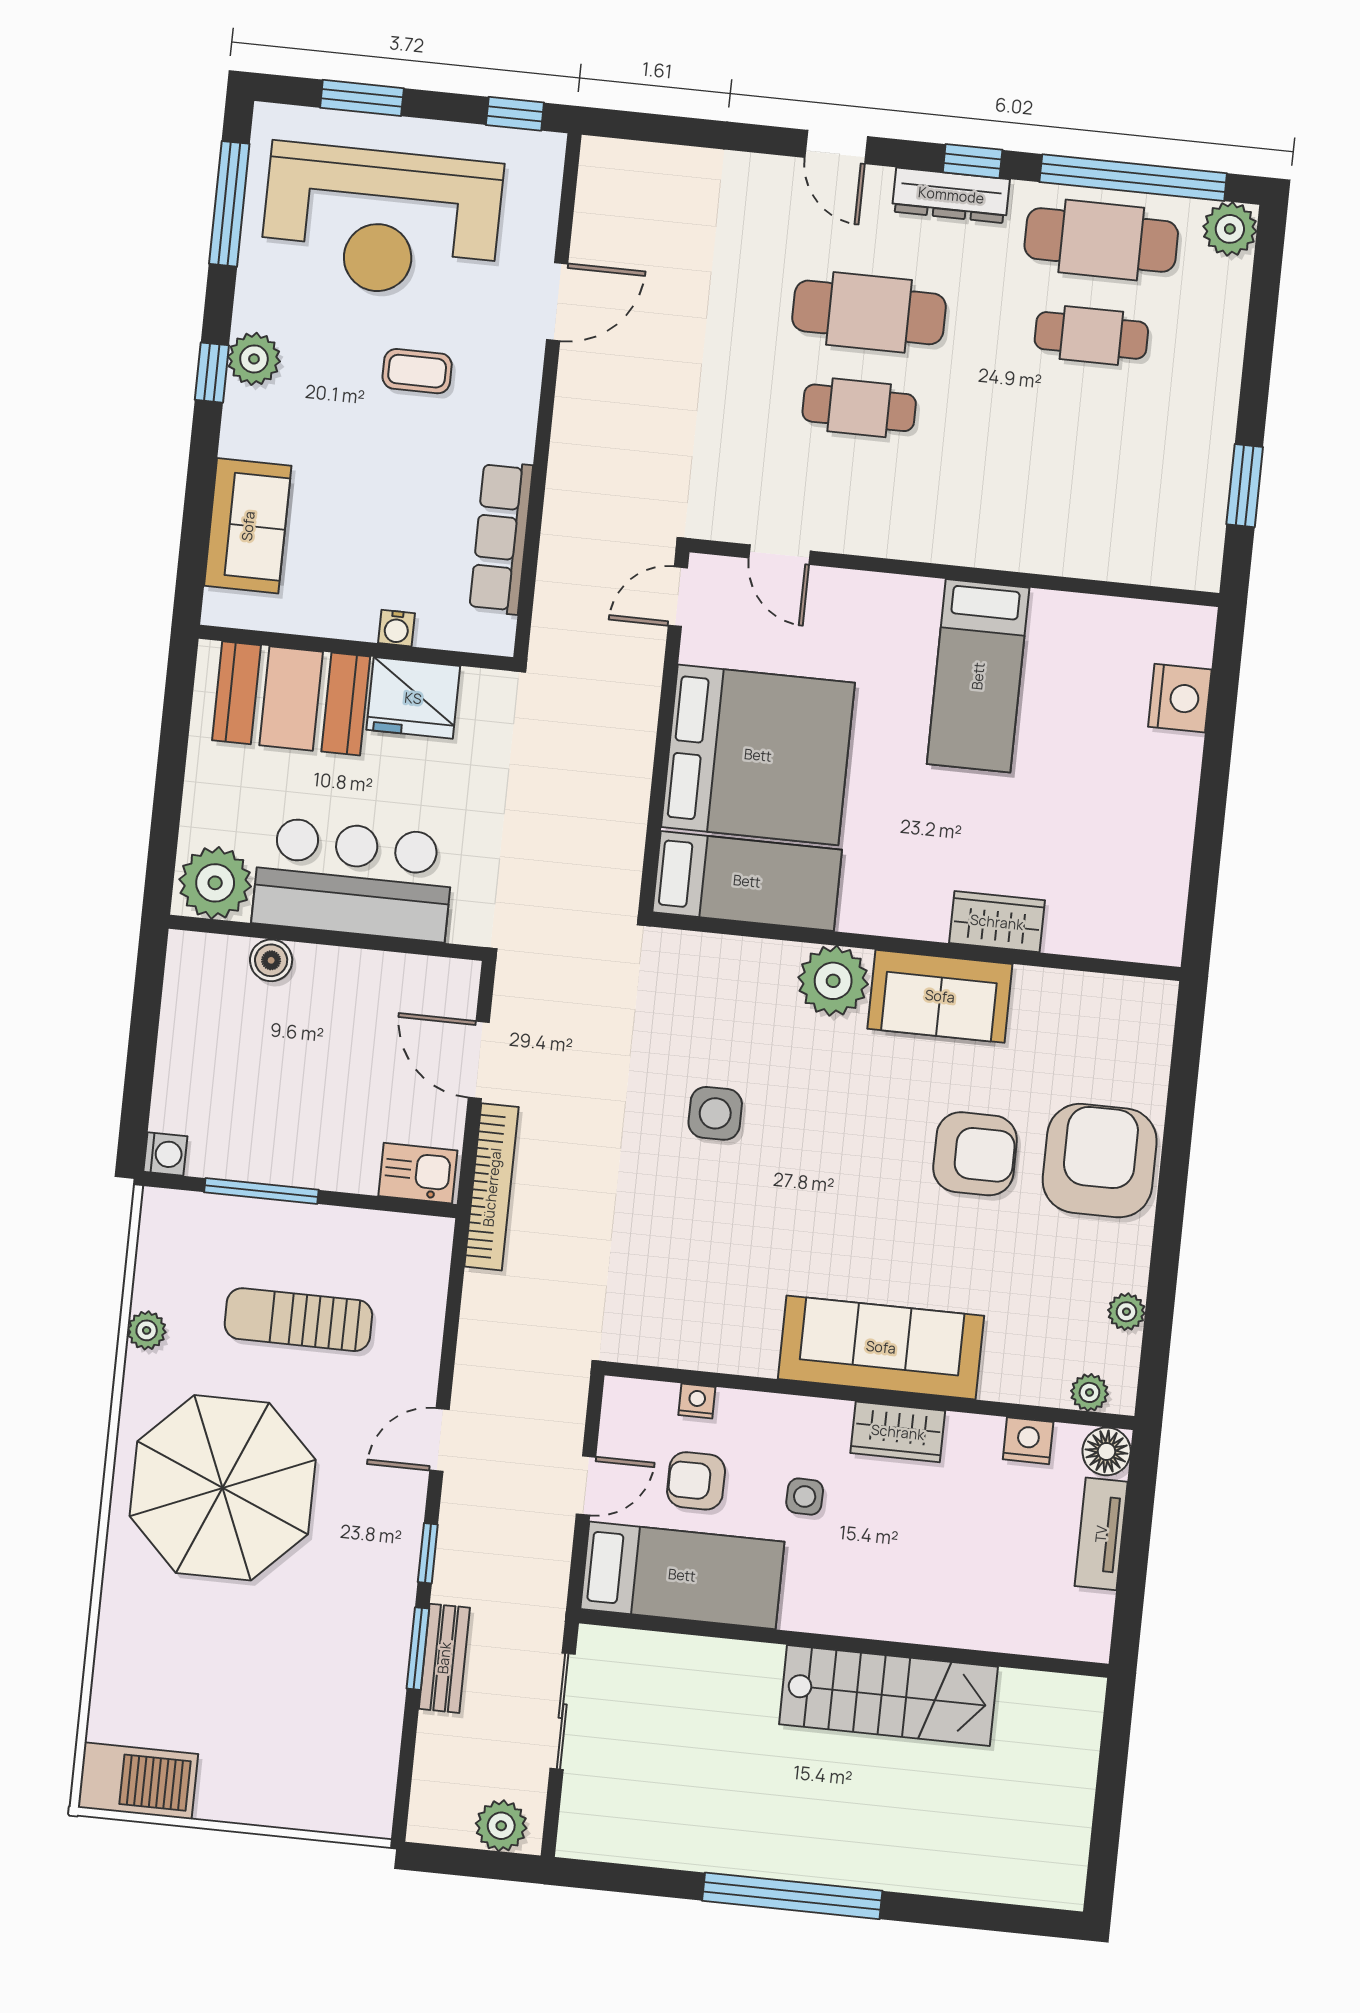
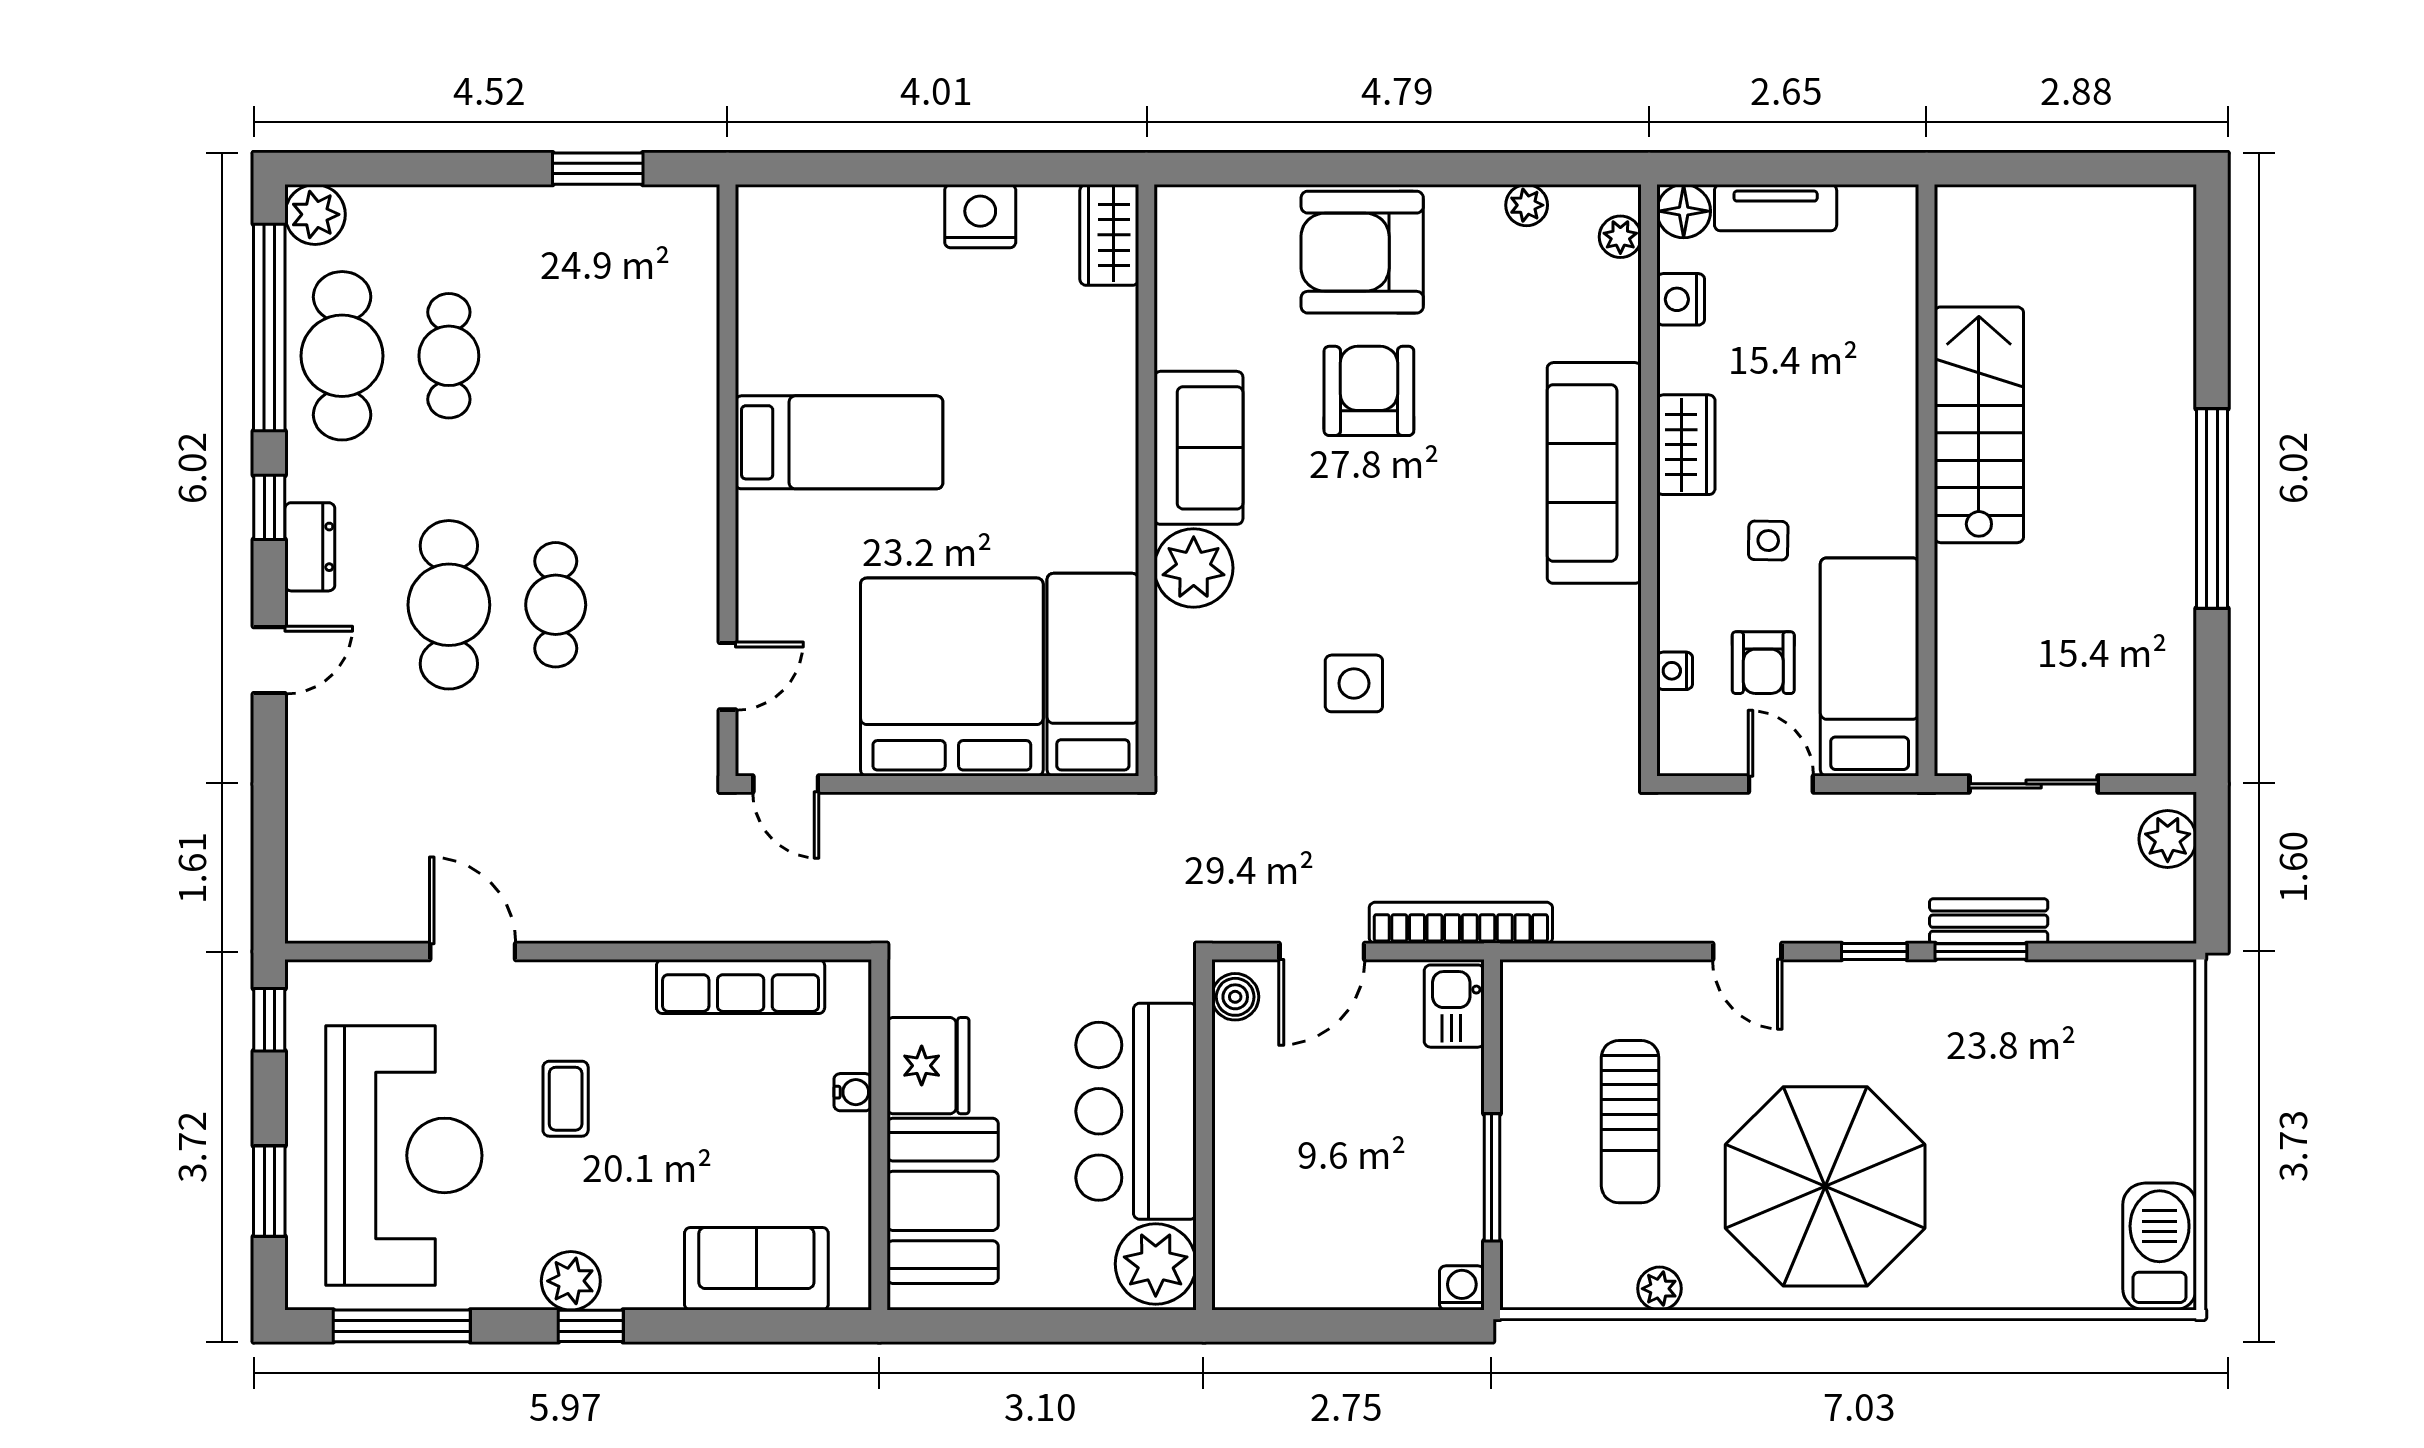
dresser: (951, 195) -> (310, 547), width x0.70
nightstand: (1180, 698) -> (980, 216), moved
wardrobe: (997, 922) -> (1109, 235), moved
boiler: (271, 960) -> (1235, 997), moved

